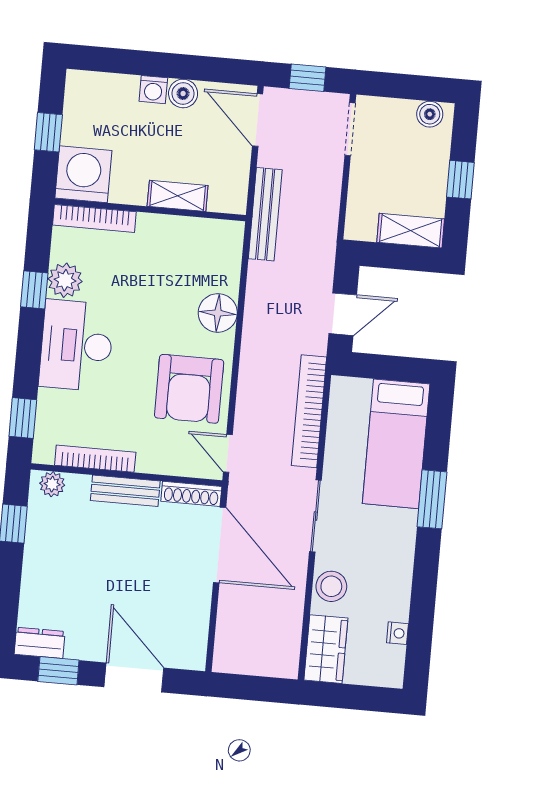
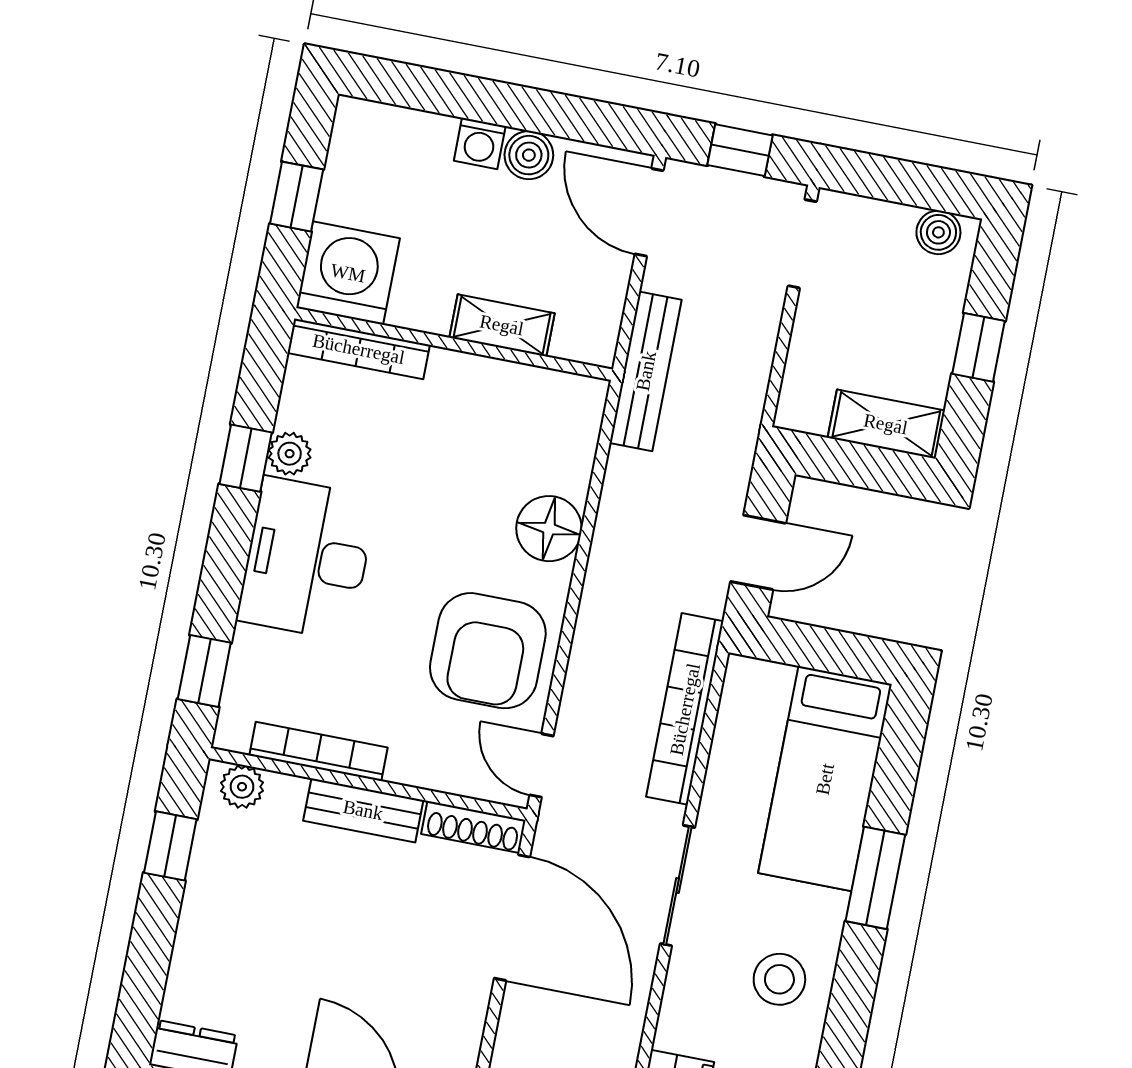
plant: (65, 280) -> (290, 454), width x0.73, depth x0.73
stool: (331, 586) -> (779, 979), moved

